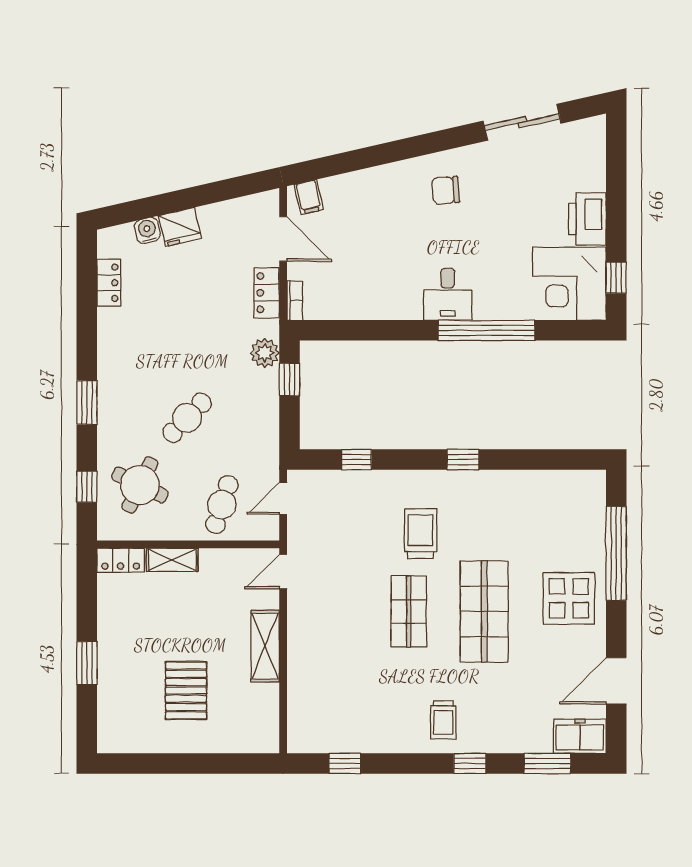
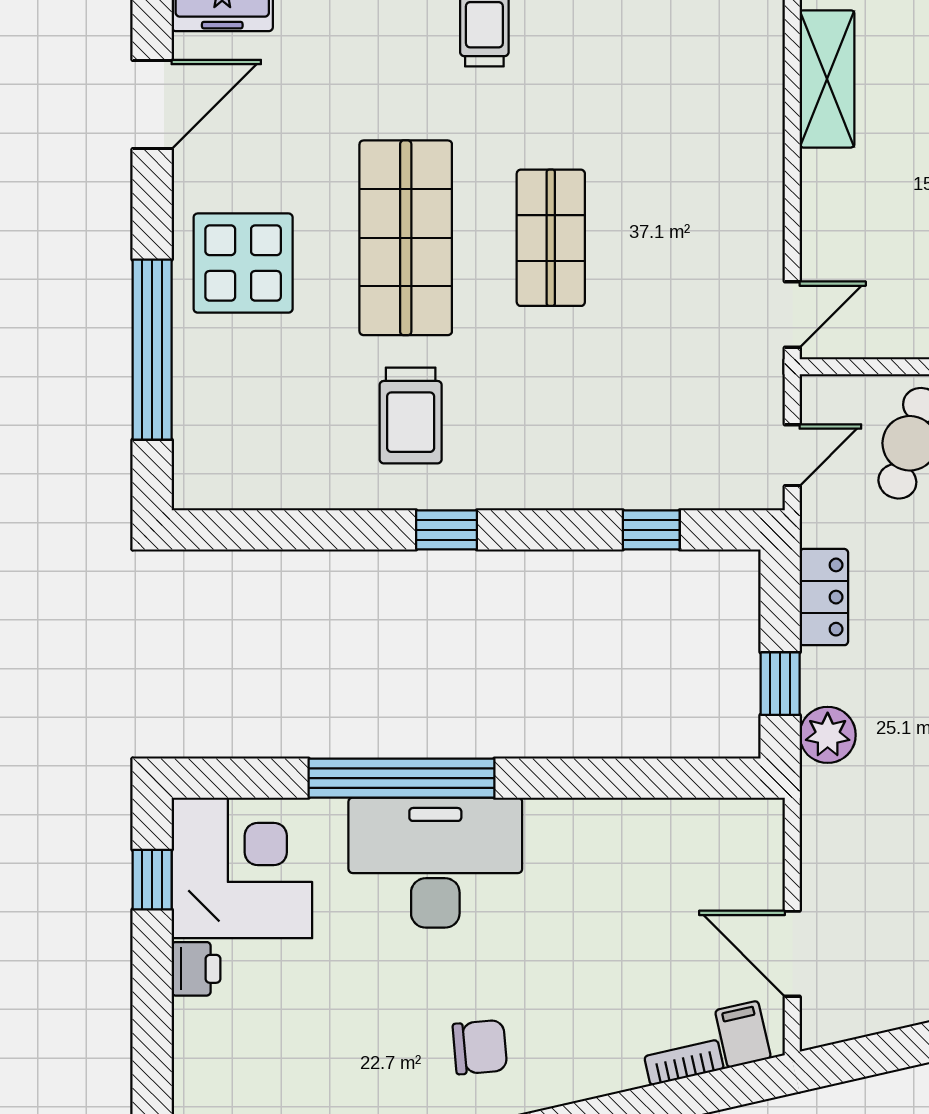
printer: (587, 219) -> (196, 969), width x0.53, depth x0.68
locker: (267, 293) -> (824, 597), moved
desk: (448, 294) -> (435, 863), width x1.87, depth x1.30
bookcase: (295, 301) -> (684, 1063), moved, turned 77
trolley: (420, 534) -> (411, 415), moved
shelving: (265, 646) -> (827, 79), moved

